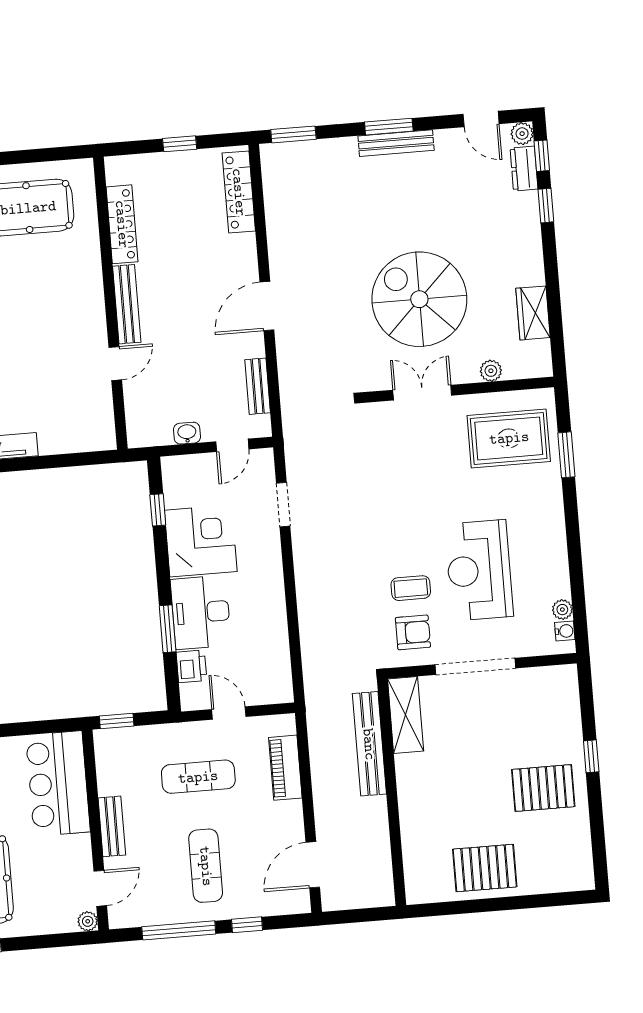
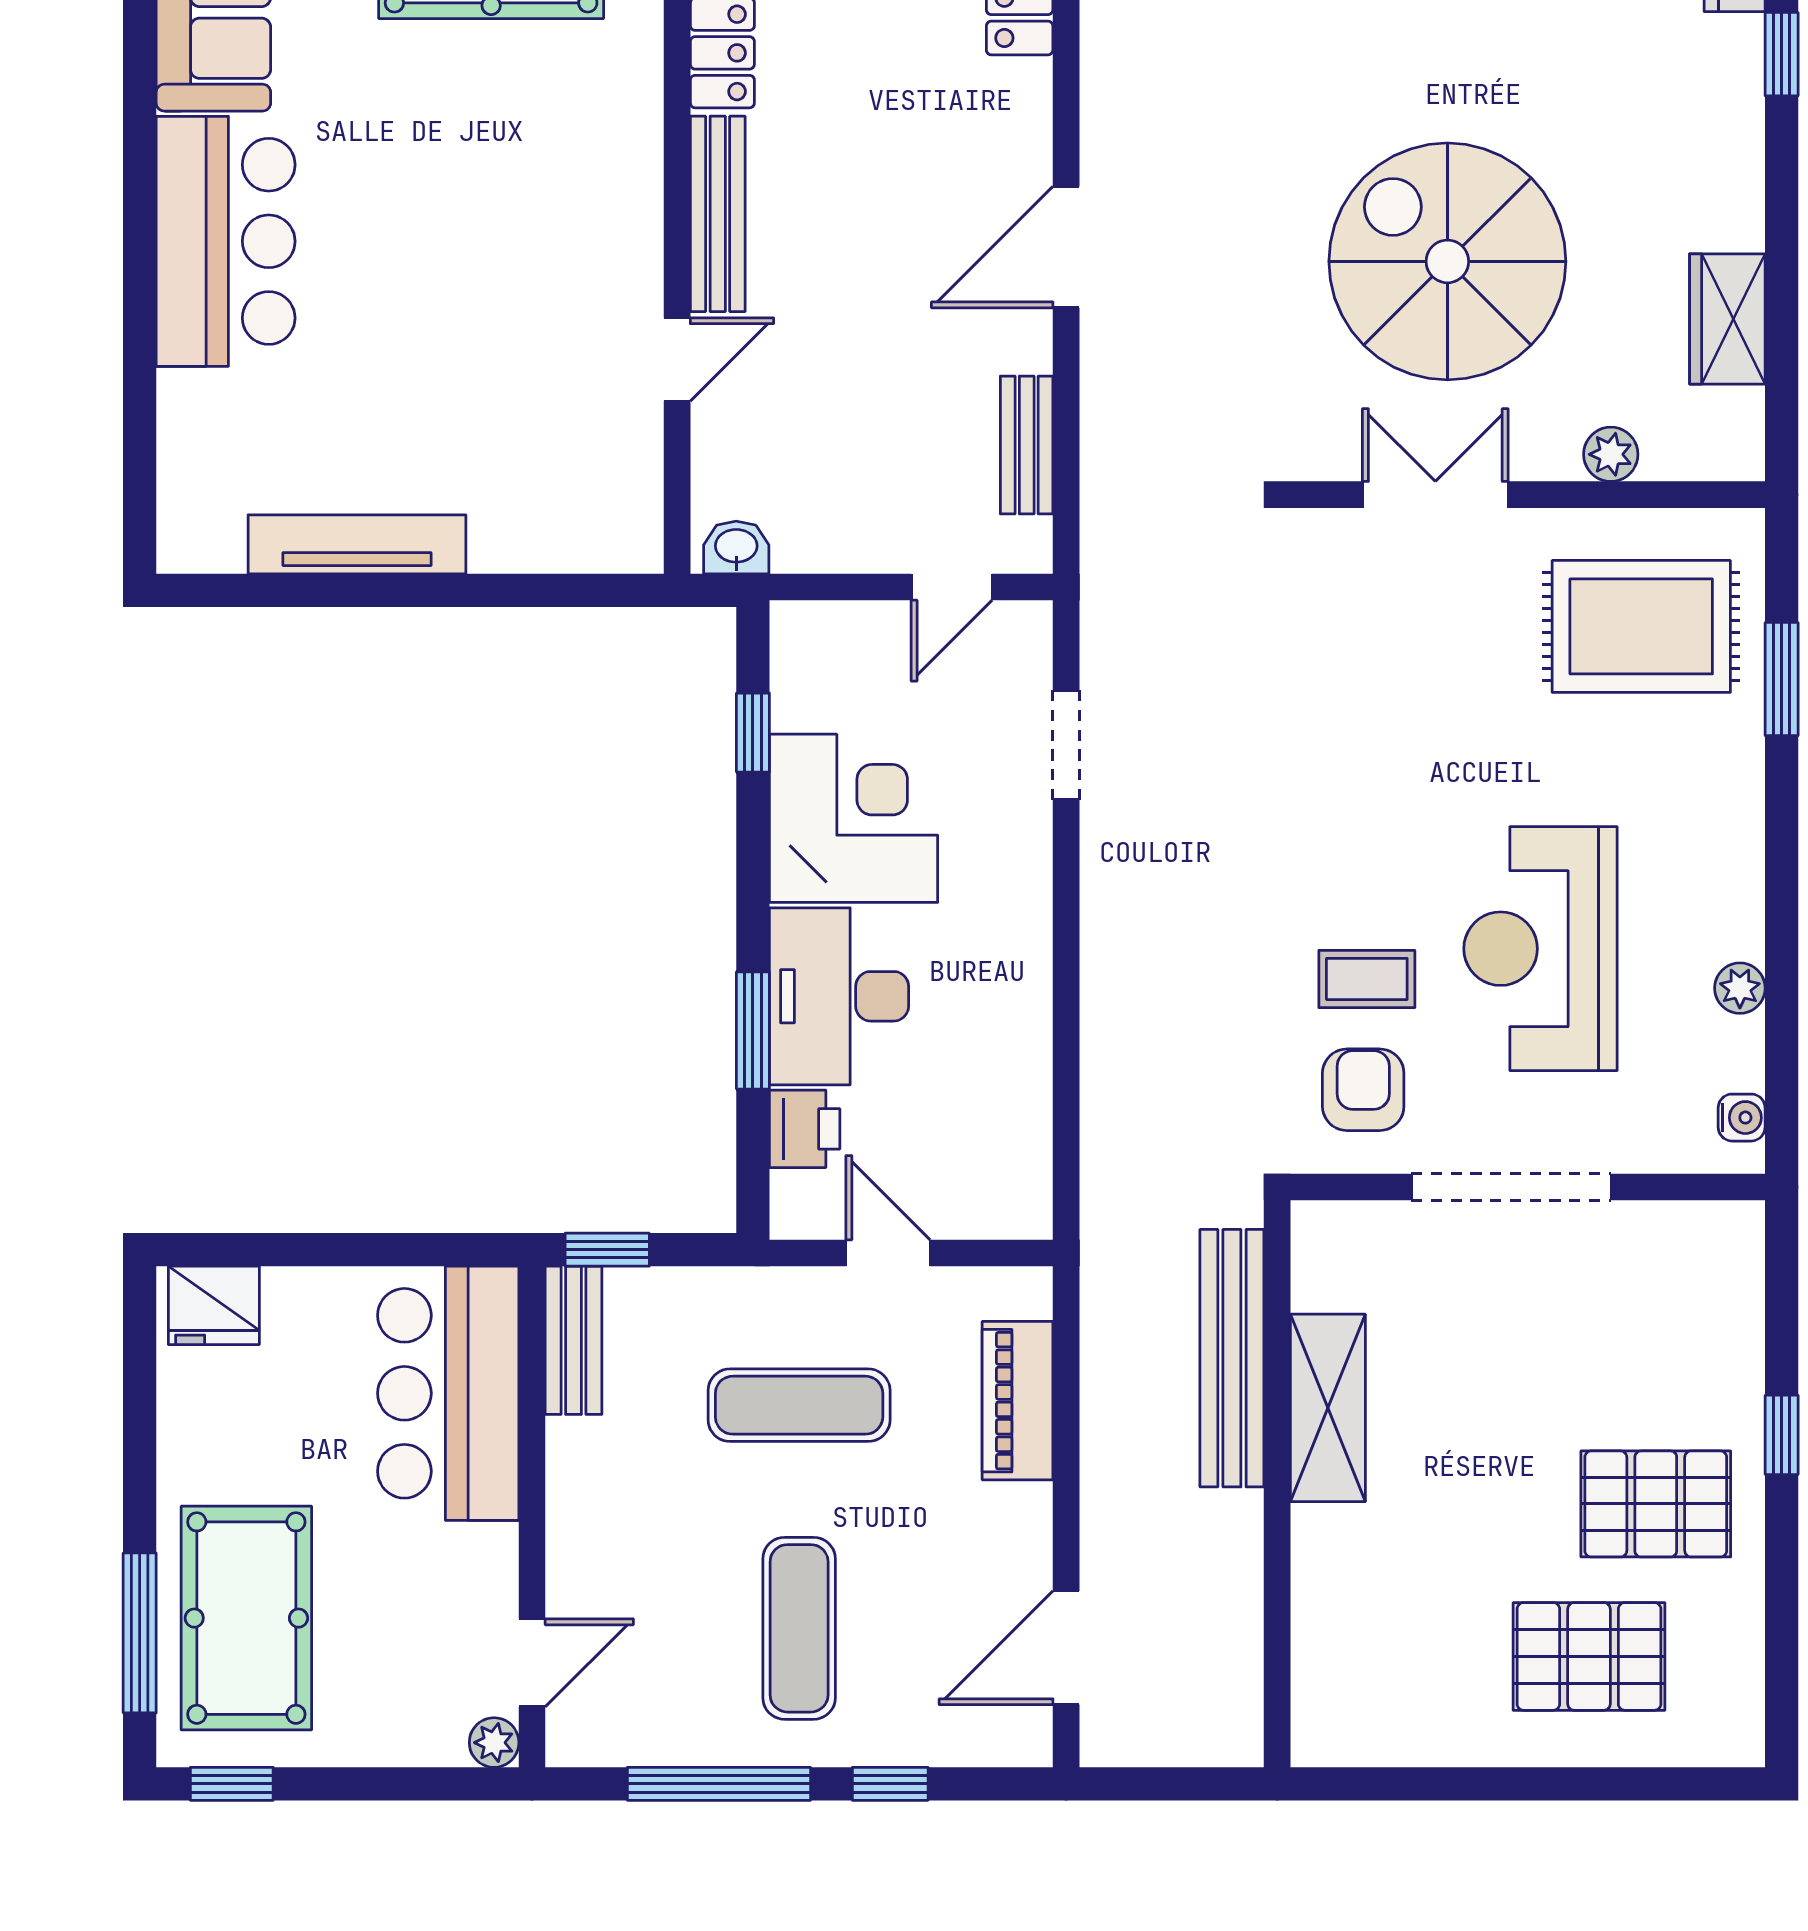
washbasin: (187, 433) -> (736, 547), moved
plant: (562, 610) -> (1740, 988), moved
armchair: (413, 632) -> (1363, 1090), turned -90
shelving: (406, 715) -> (1328, 1408), moved
bench: (112, 826) -> (574, 1340), moved
pallet: (485, 868) -> (1589, 1656), moved

